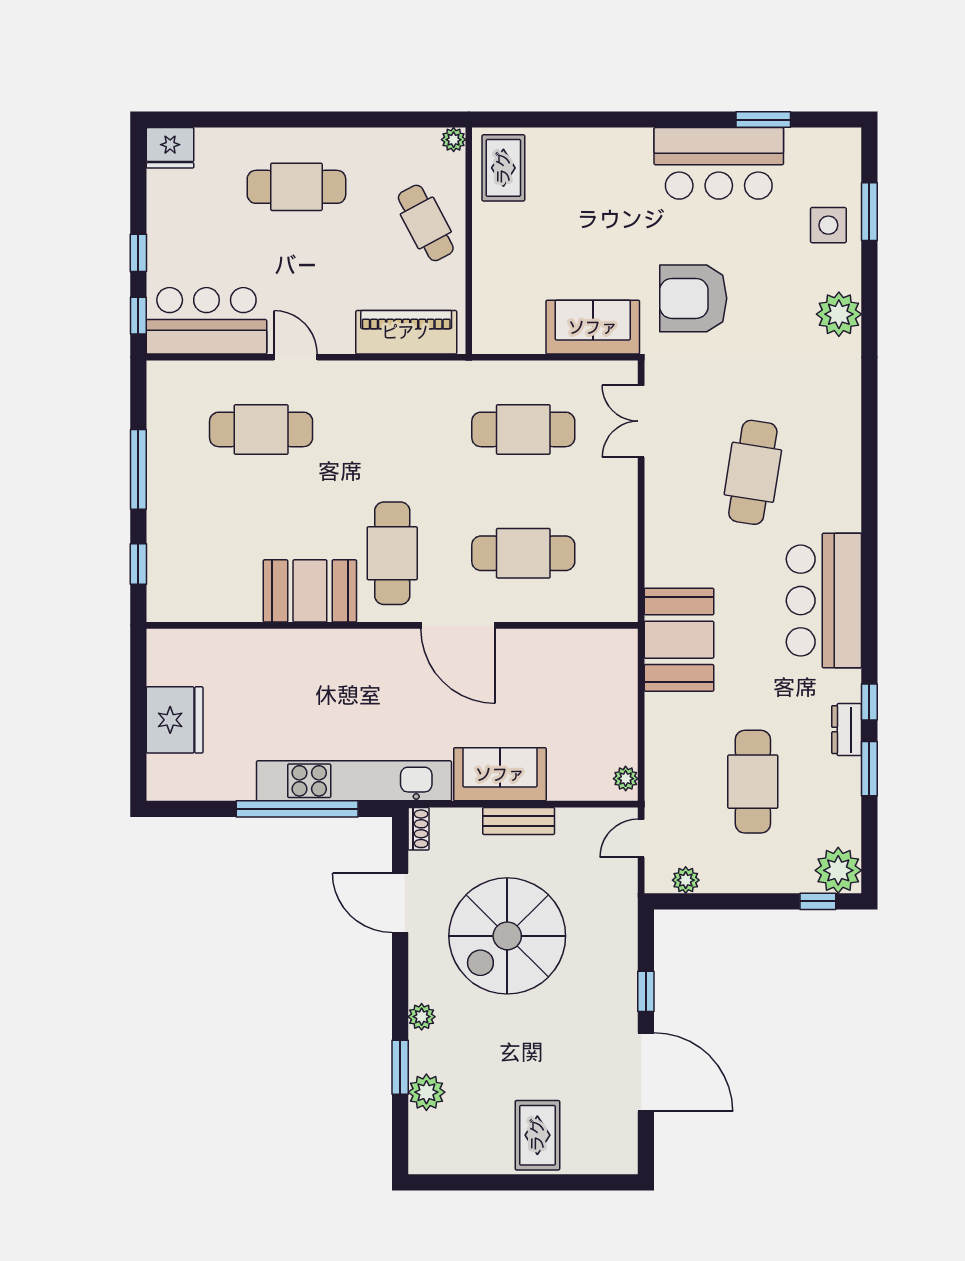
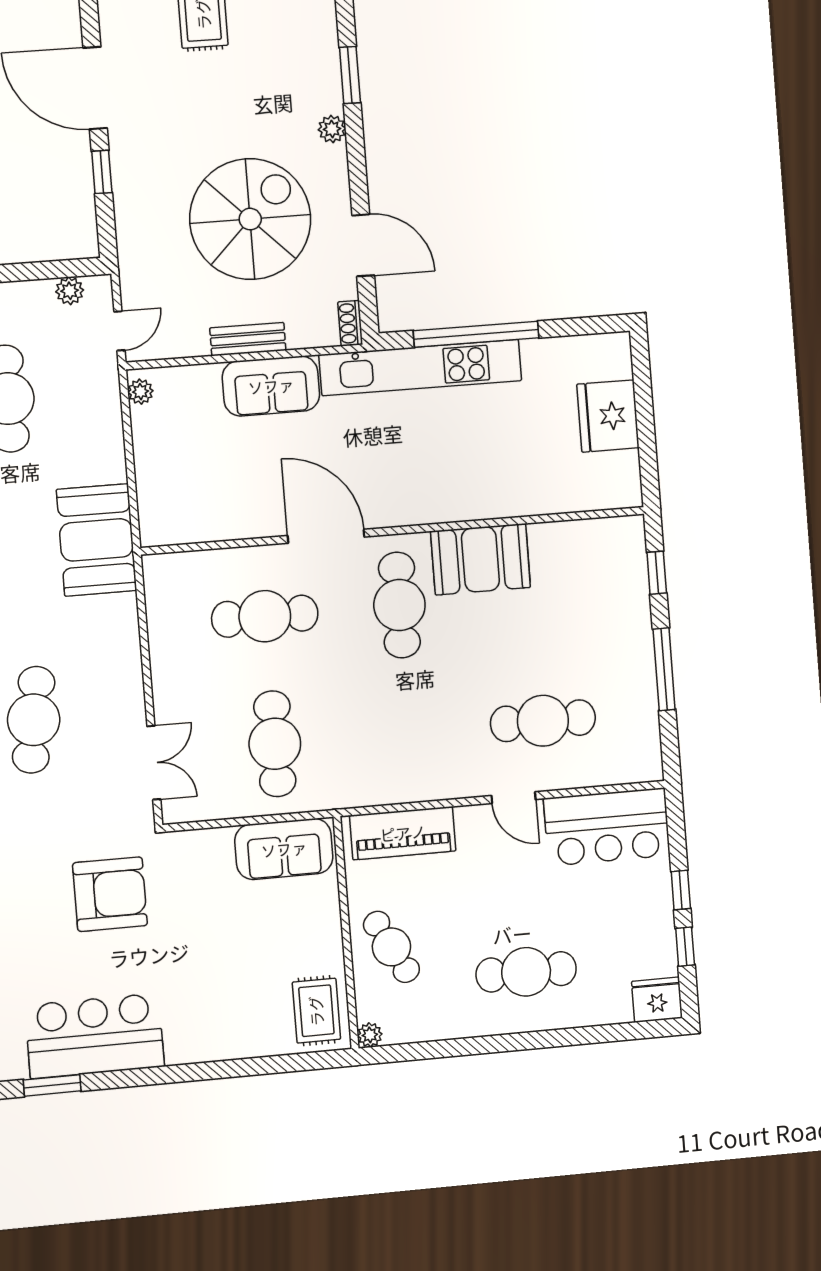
window: (138, 316) -> (685, 947), moved
sofa: (593, 327) -> (284, 849), moved
cafe table: (523, 429) -> (275, 744), turned 90
plant: (426, 1092) -> (321, 51), removed

